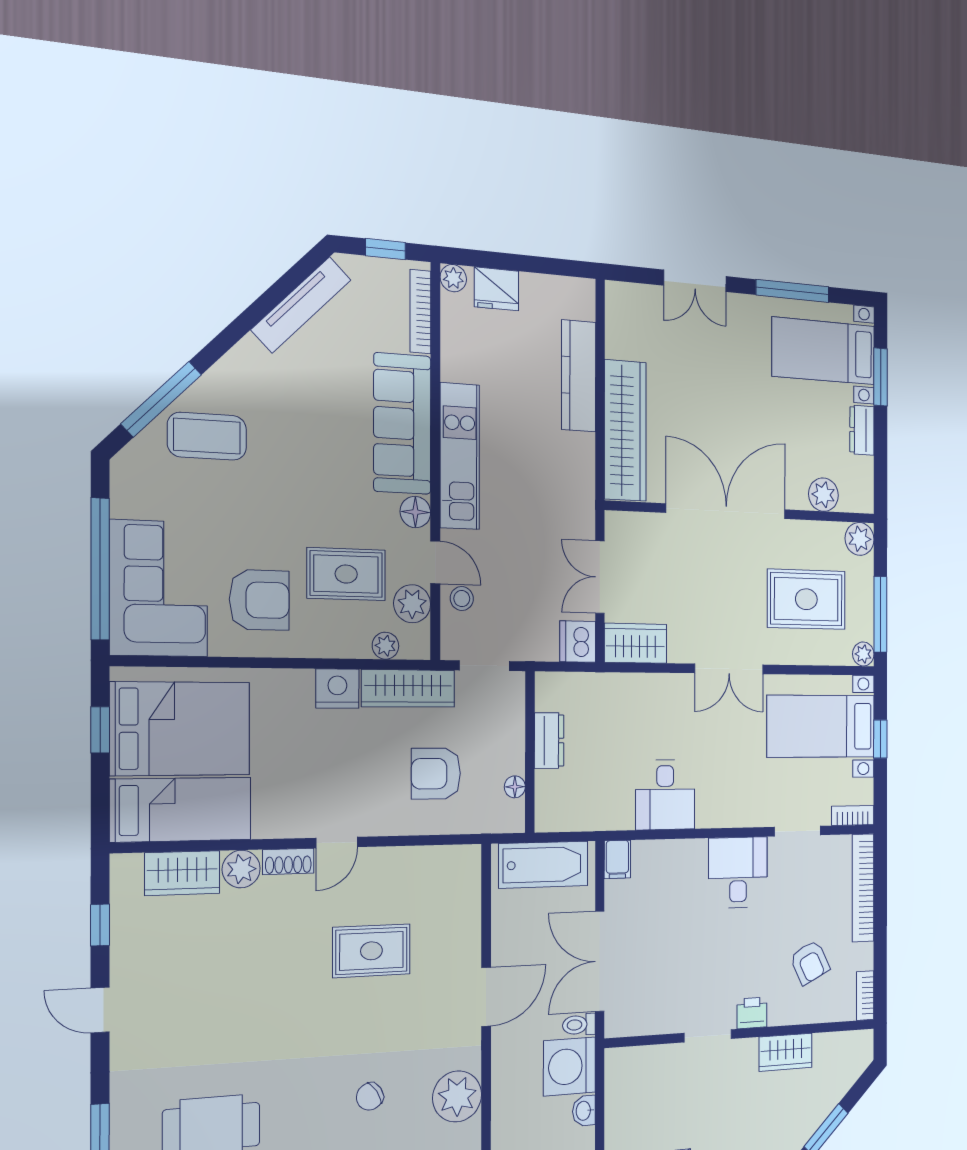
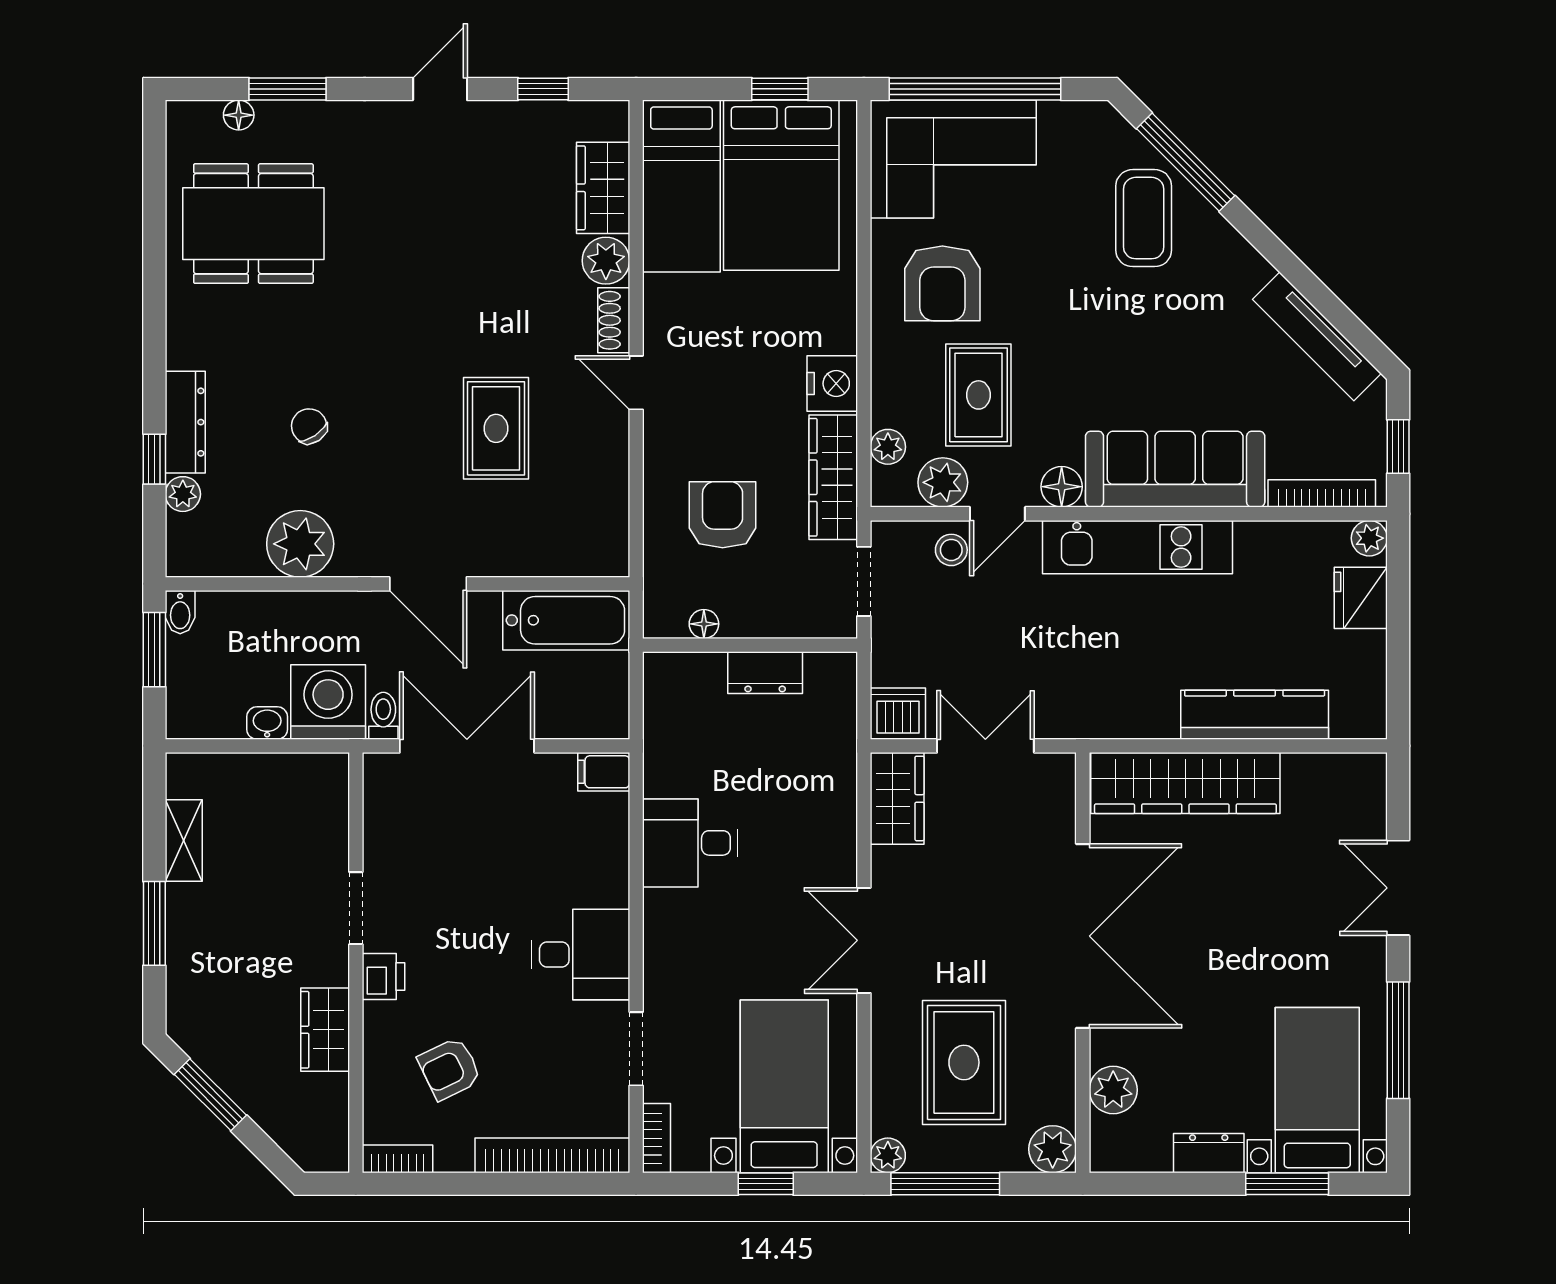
bathtub: (543, 865) -> (566, 620), moved, turned -90

